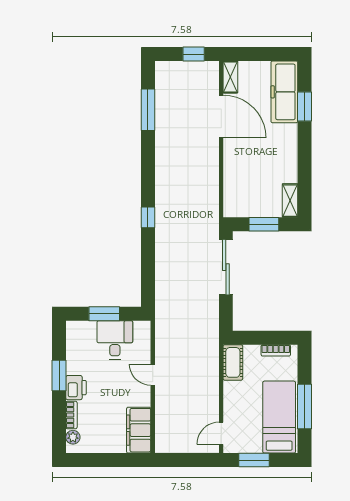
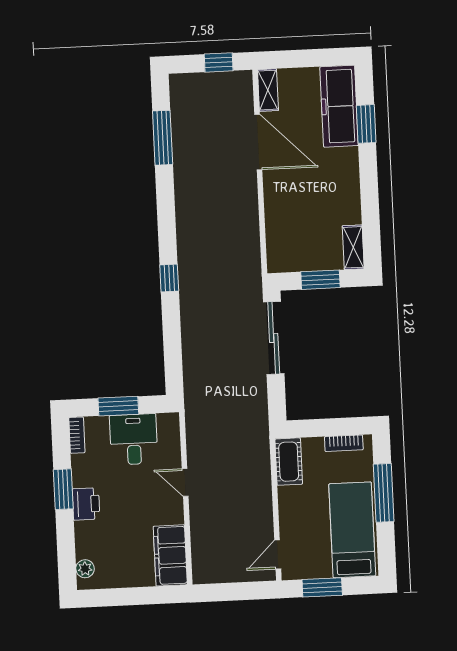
window: (304, 406) -> (384, 493), moved
bookcase: (71, 415) -> (77, 435), moved

